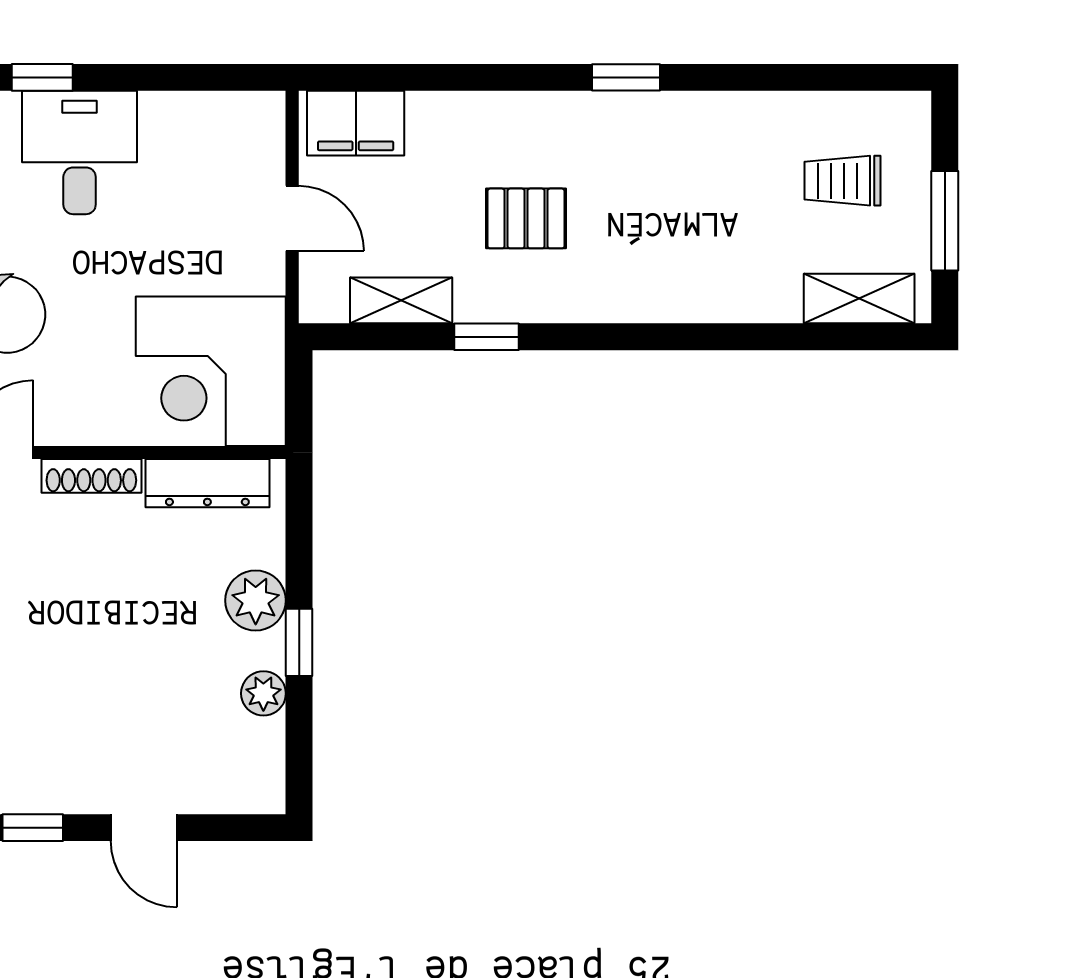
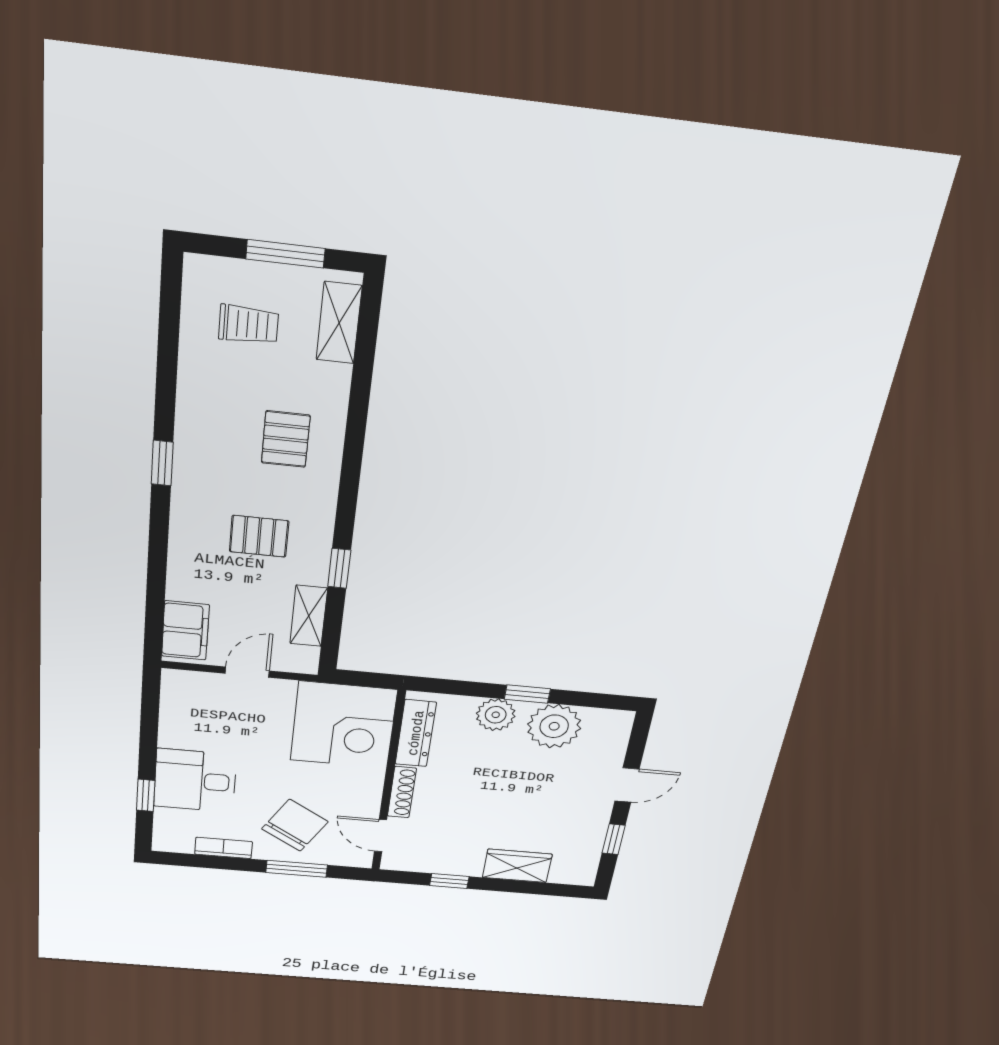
trolley: (843, 181) -> (248, 325), turned -90
pallet: (526, 218) -> (259, 536), turned 90
pallet: (682, 243) -> (286, 439), added
plant: (263, 693) -> (554, 726), width x1.87, depth x1.87

